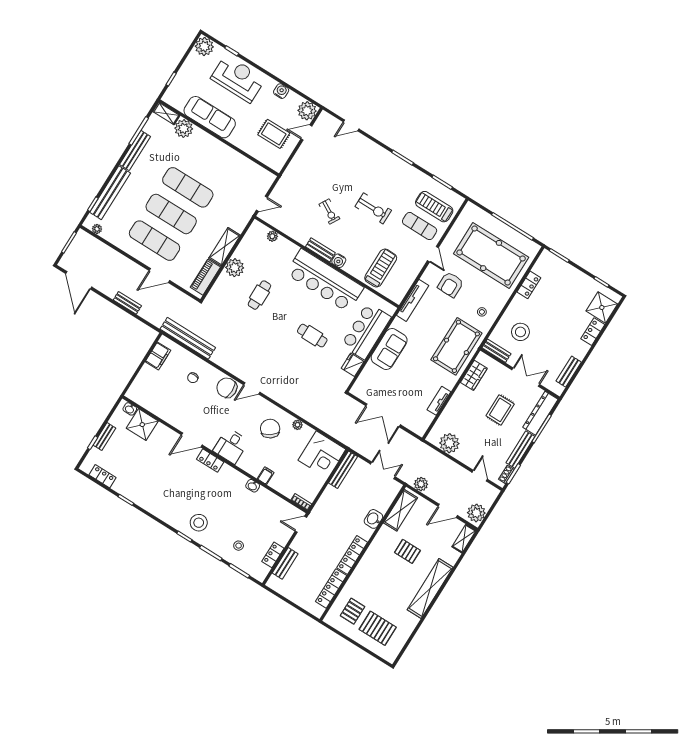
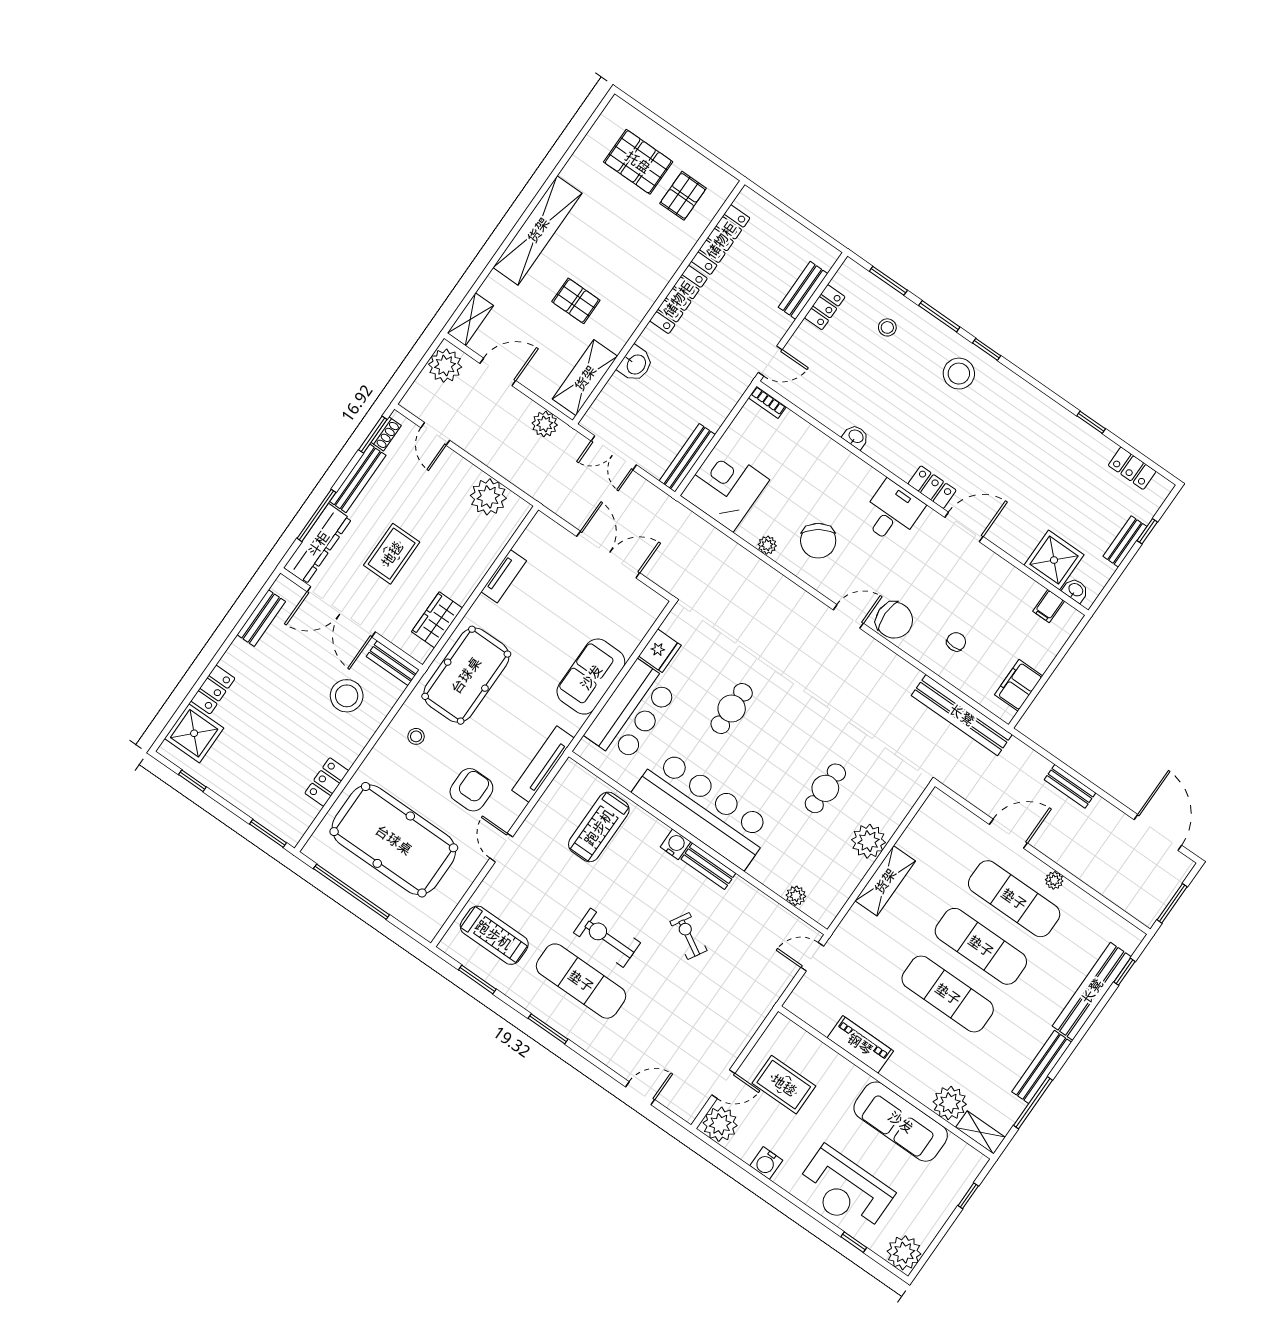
exercise mat: (420, 226) -> (581, 981), moved, width x1.36, depth x1.45
plant: (97, 229) -> (1054, 880), moved
piano: (205, 277) -> (860, 1044), moved, turned -90
cafe table: (312, 336) -> (732, 708), turned 90
double door: (526, 377) -> (341, 612), width x1.37
filing cabinet: (266, 476) -> (1049, 606), moved

